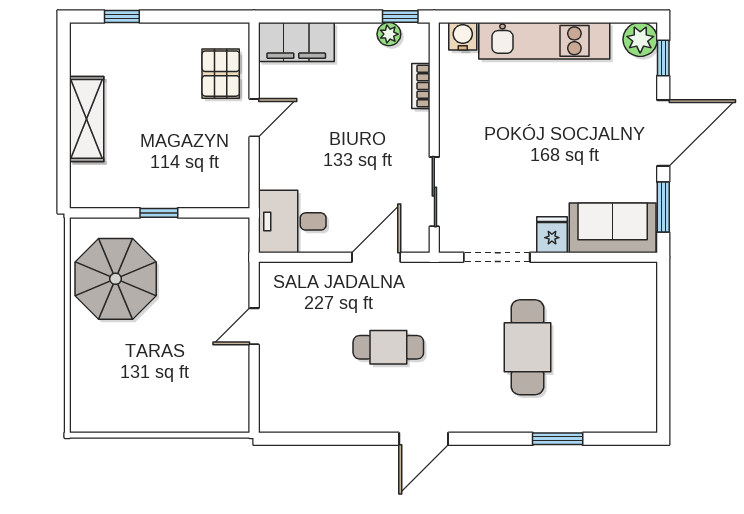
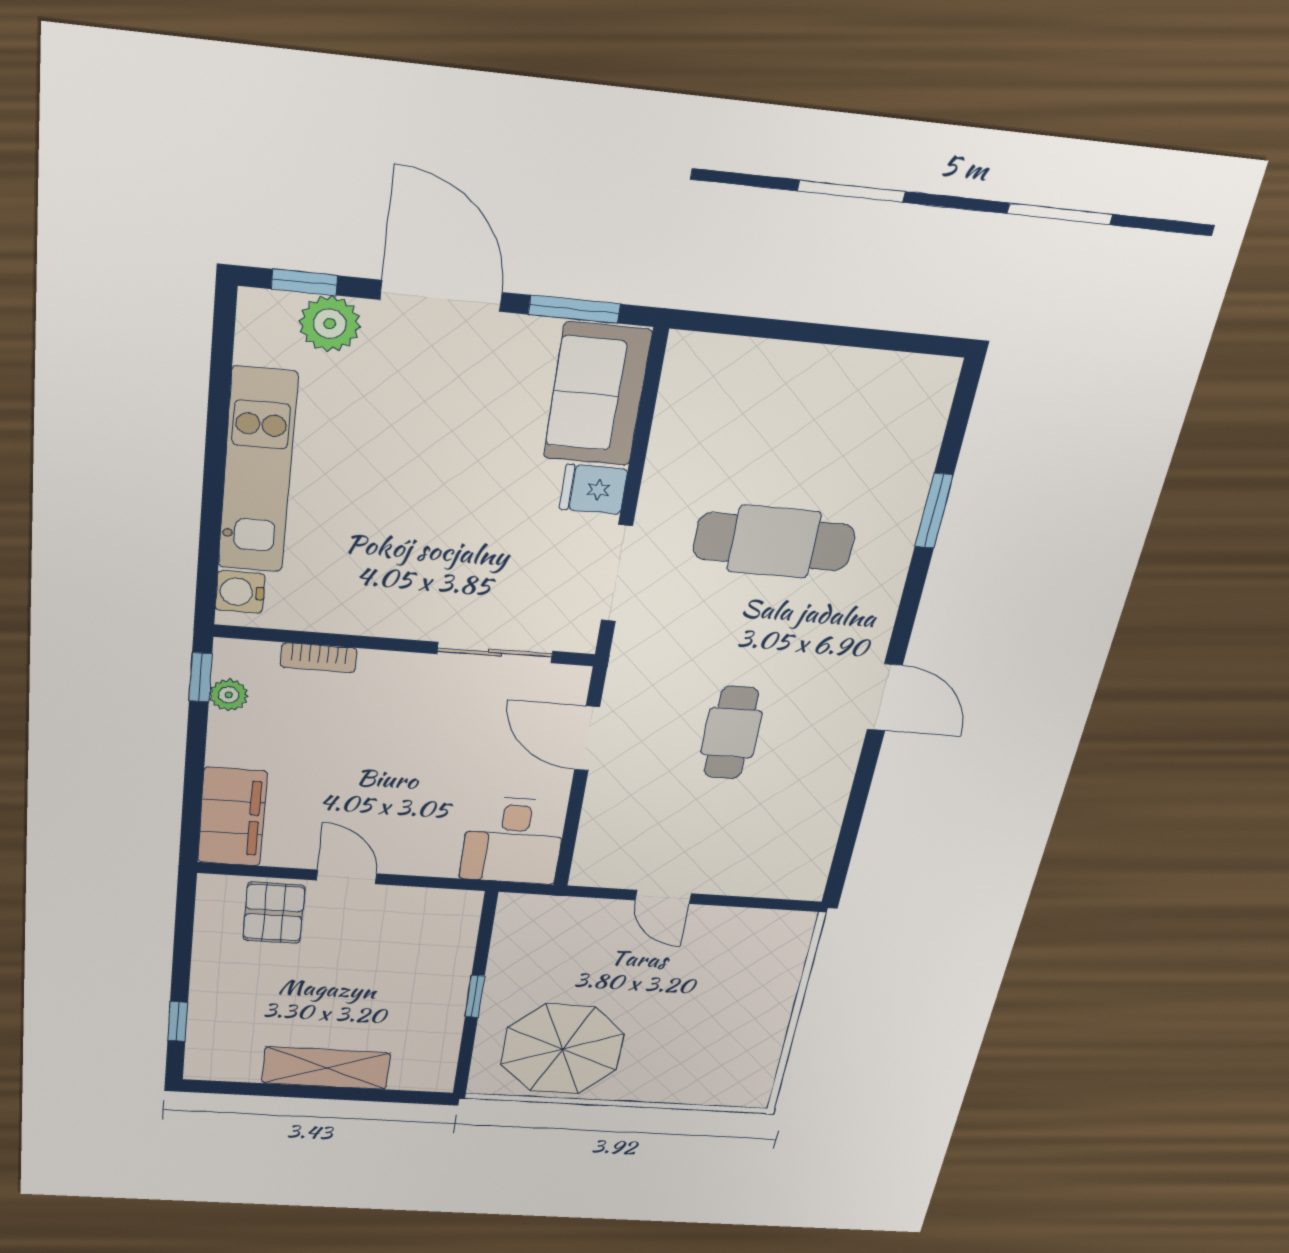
plant: (640, 39) -> (330, 324), moved
pallet: (221, 74) -> (274, 913), turned 90

